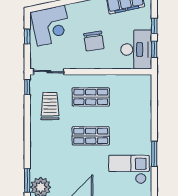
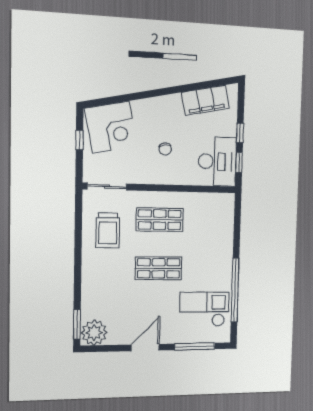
chair: (94, 41) -> (165, 149), width x0.54, depth x0.54
window: (27, 87) -> (79, 206), removed
trolley: (50, 106) -> (108, 230), turned 180
window: (154, 154) -> (235, 290), width x2.11

